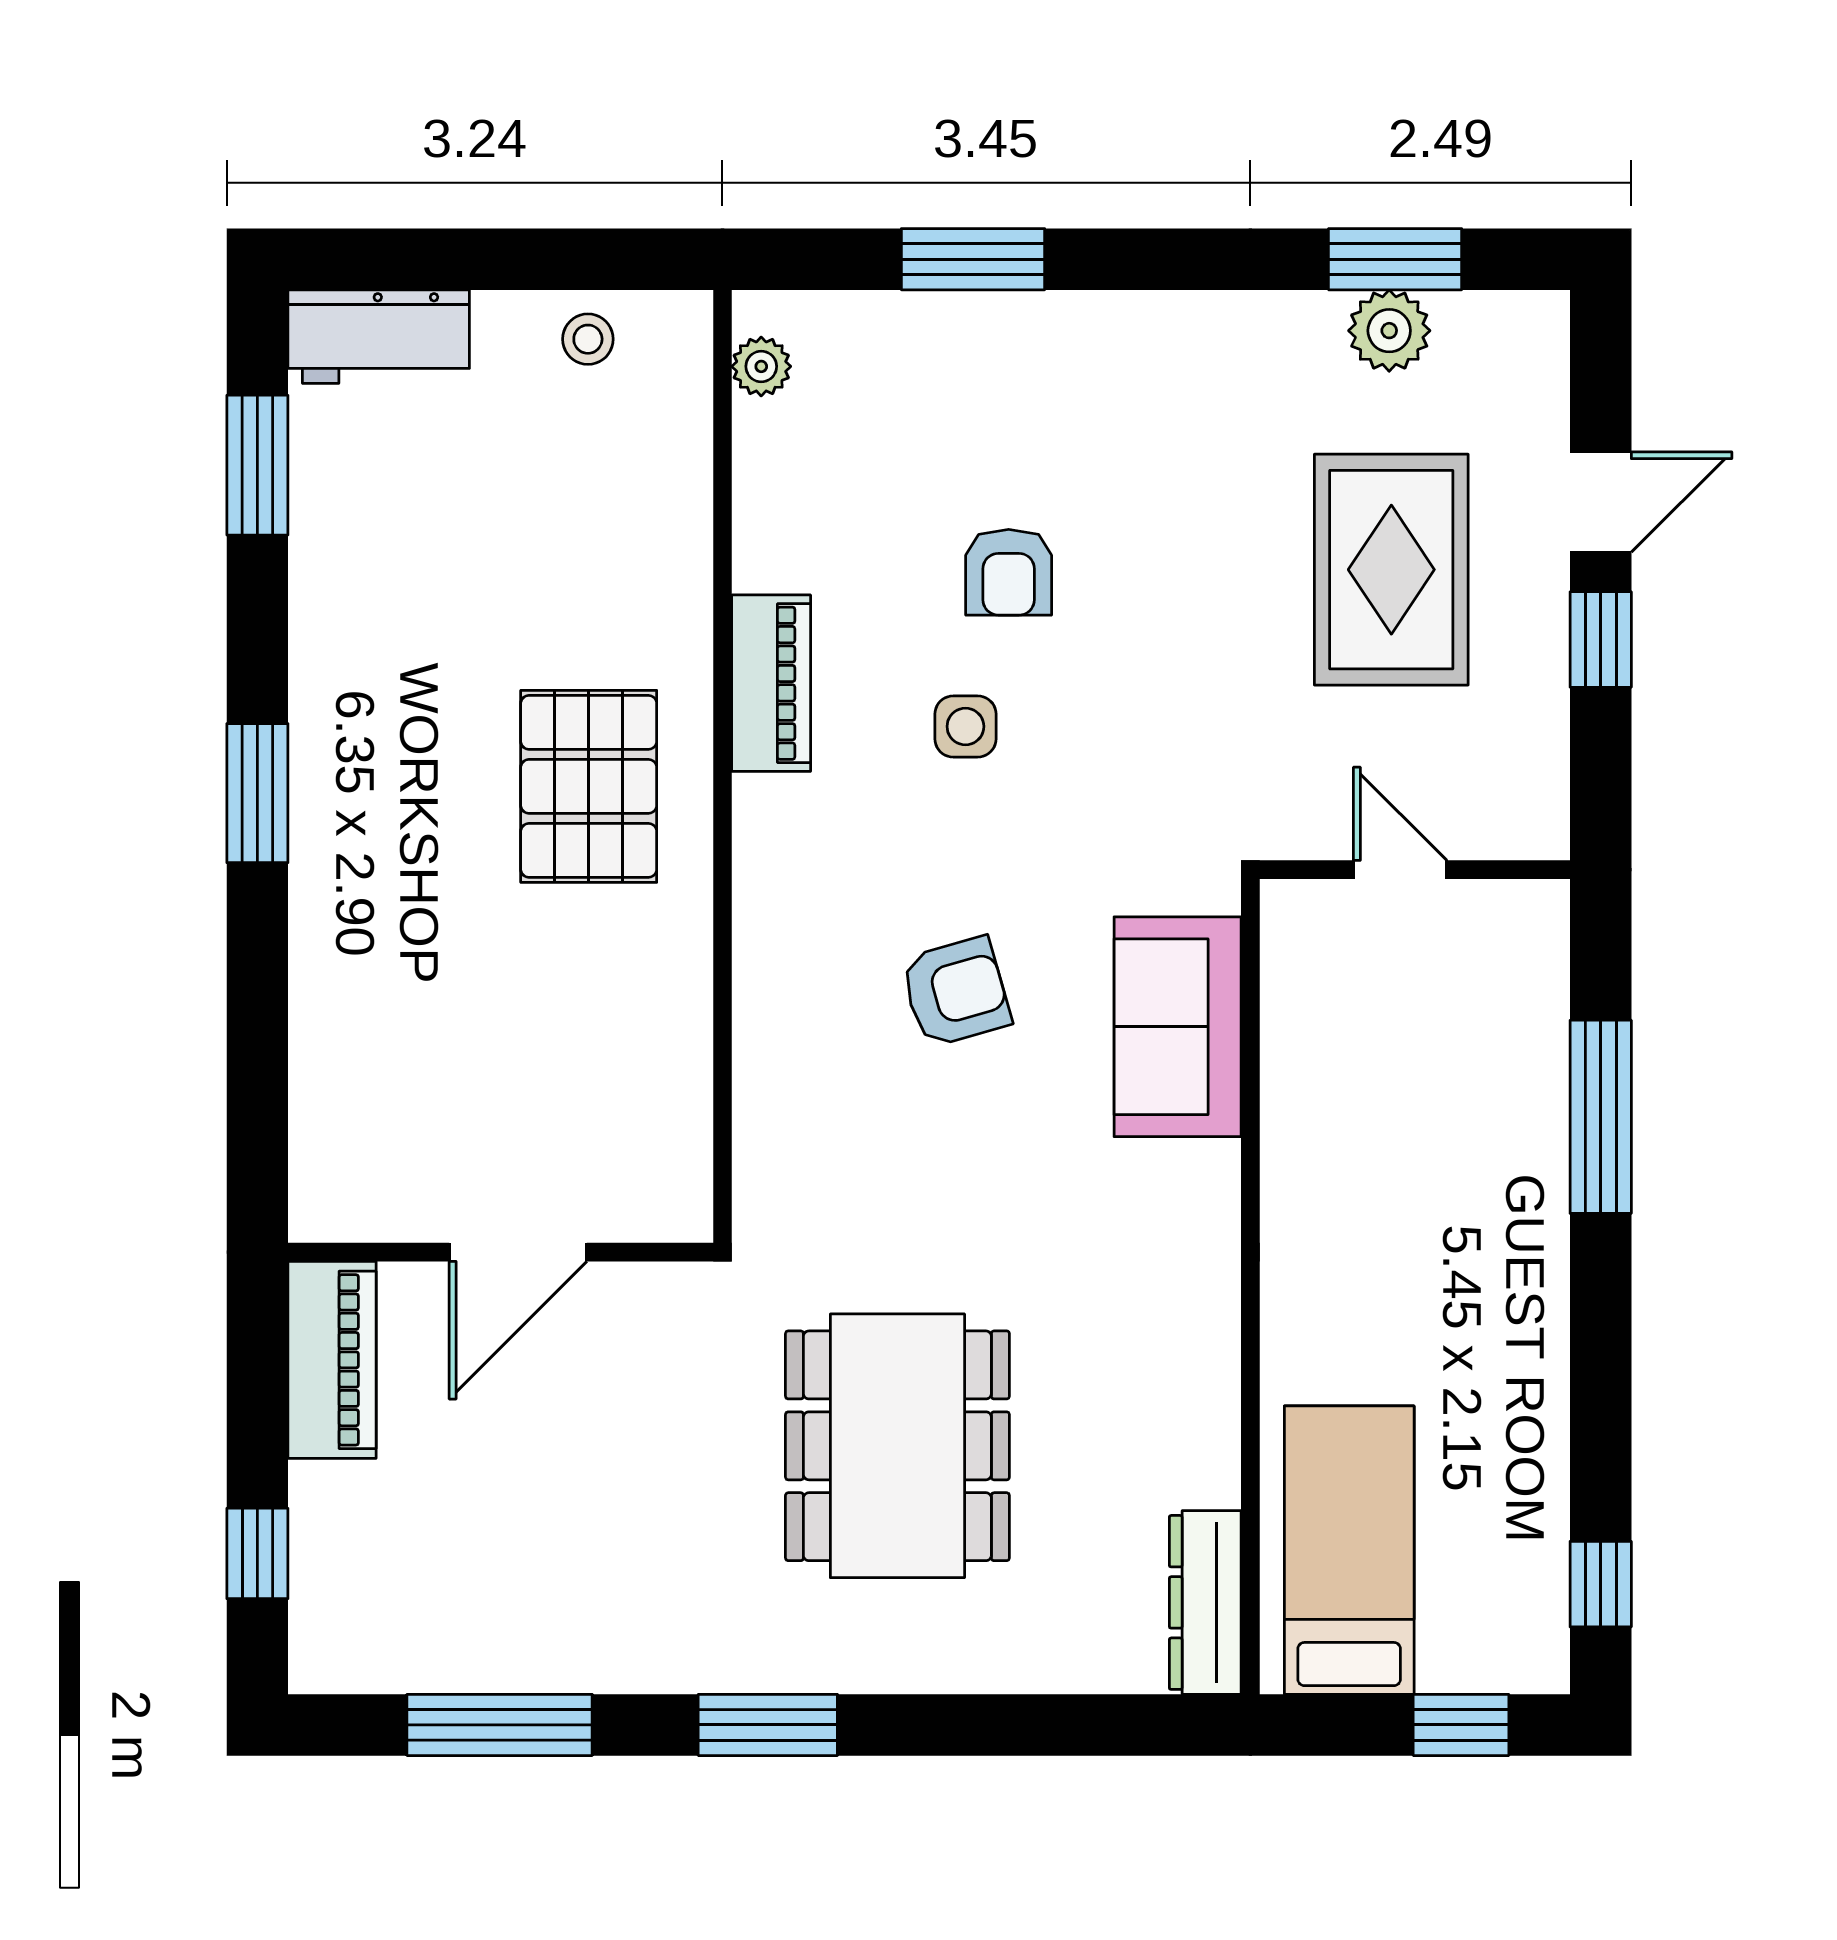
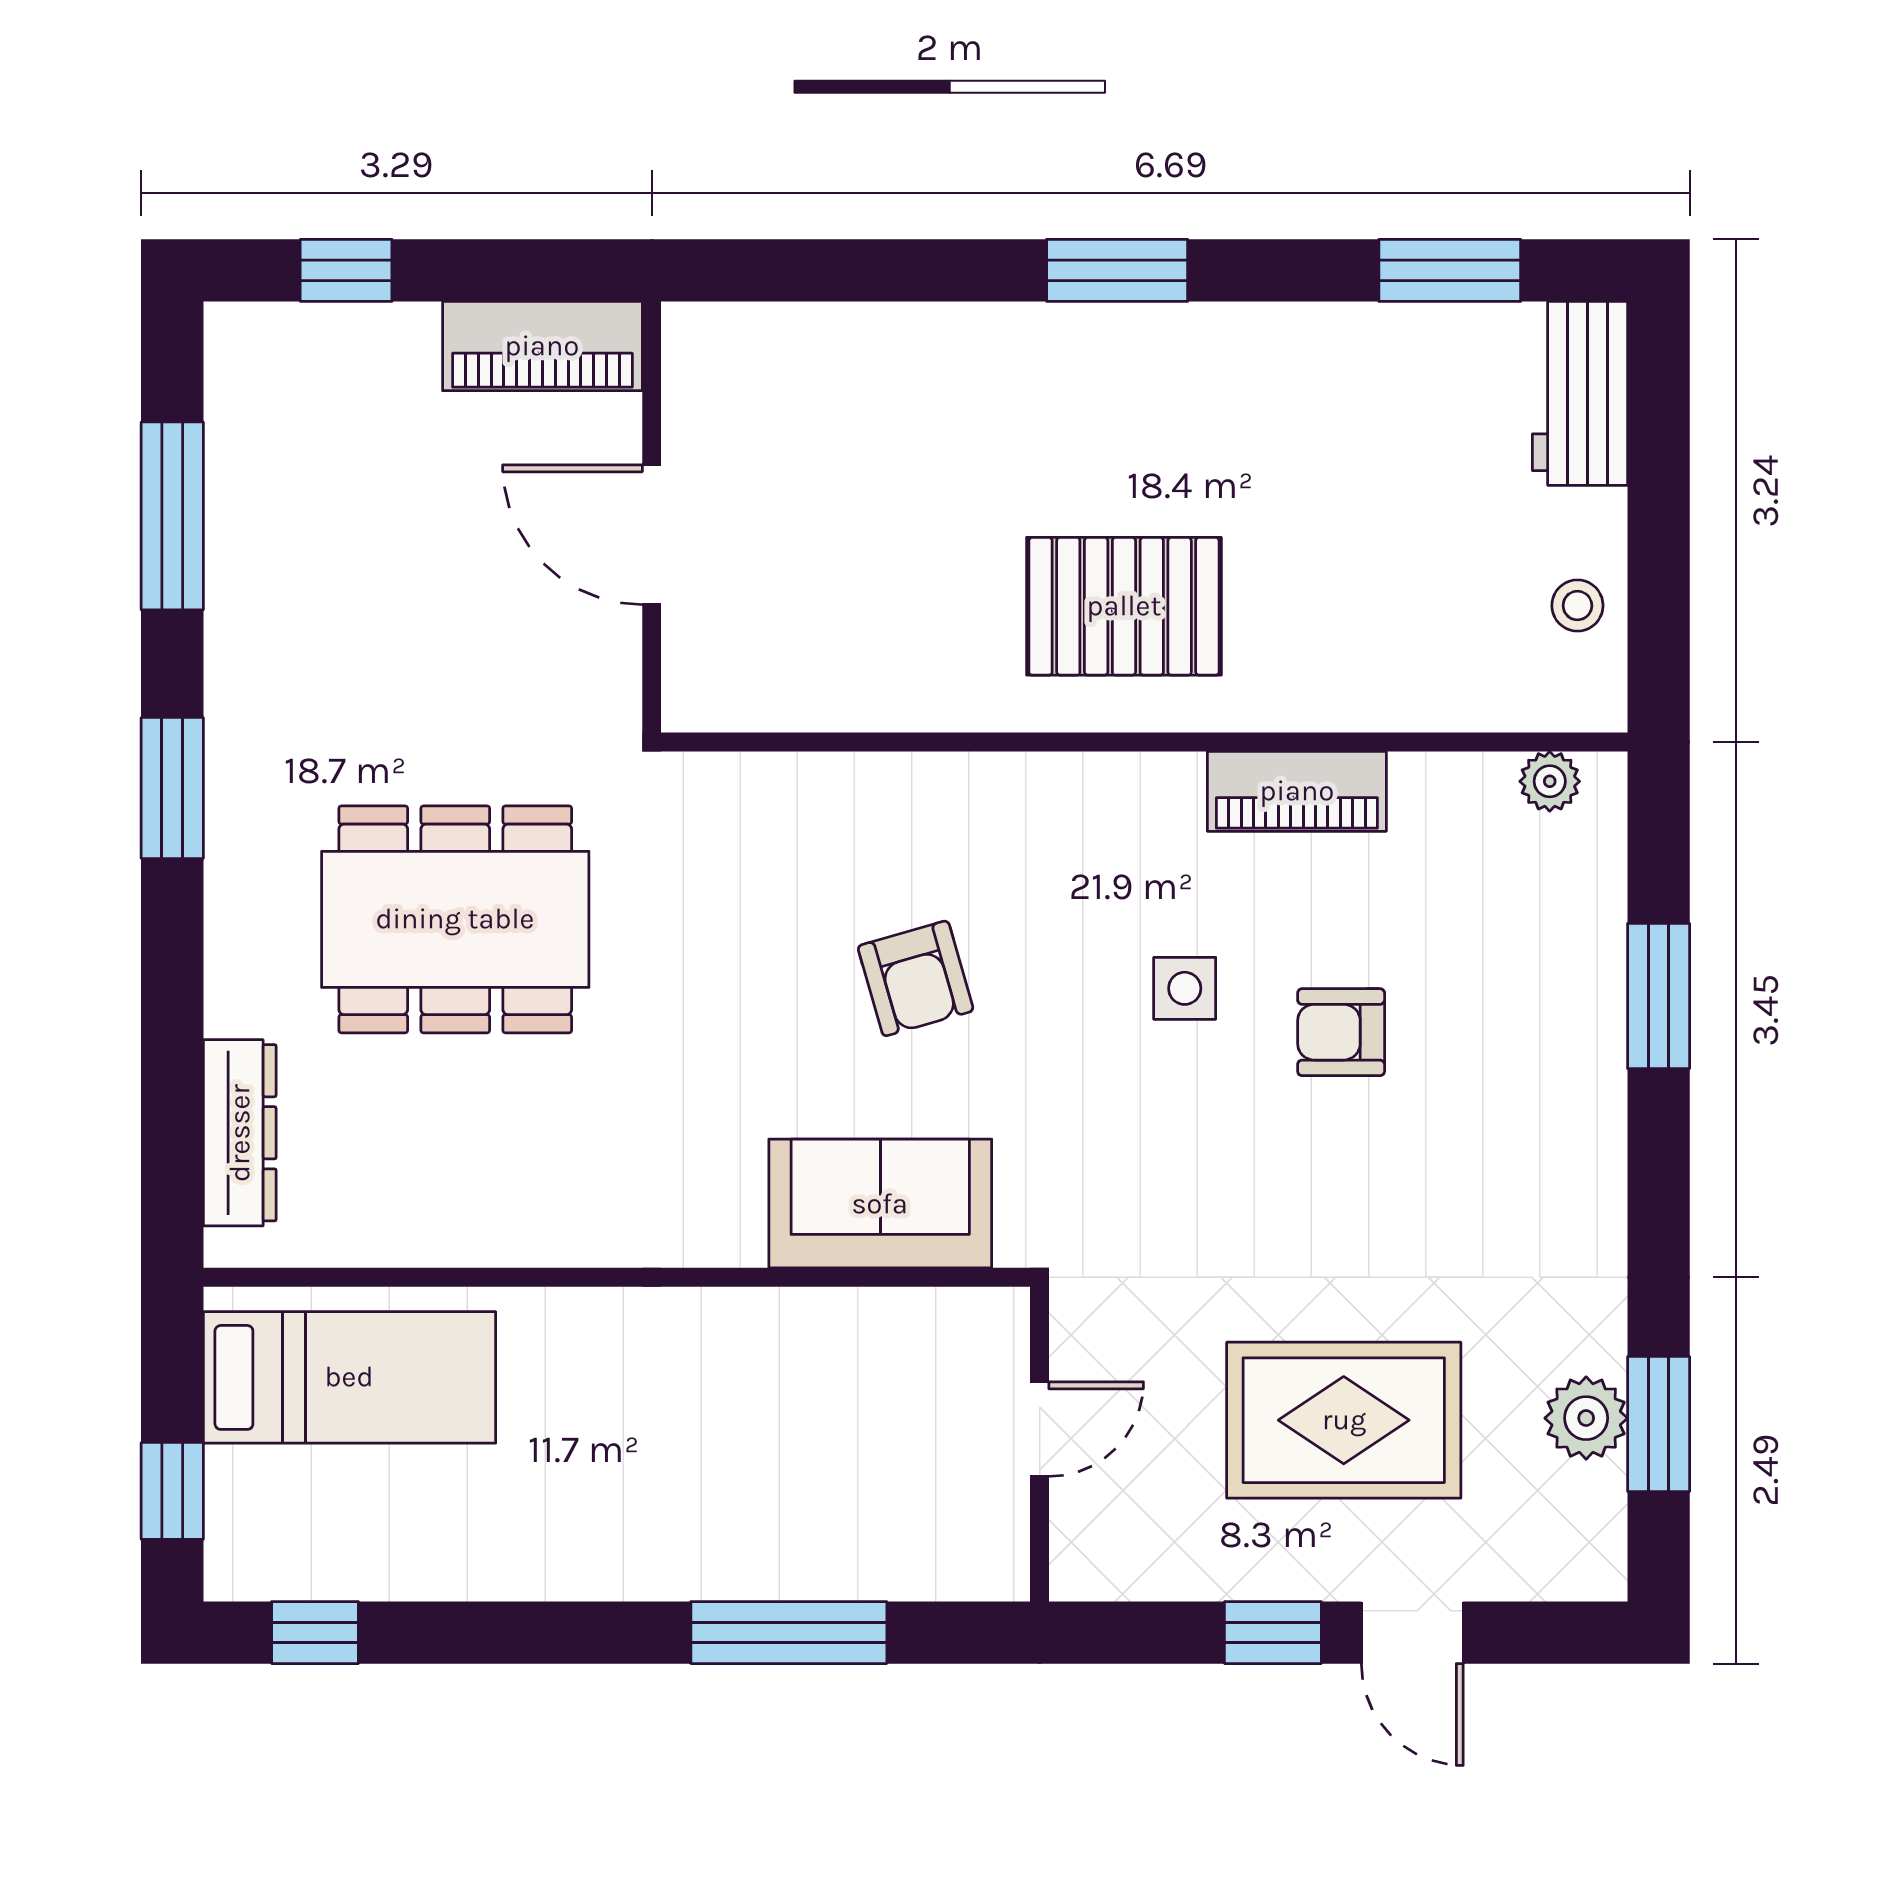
piano: (771, 683) -> (1297, 791), moved
dresser: (1205, 1602) -> (240, 1133), moved, turned 90

